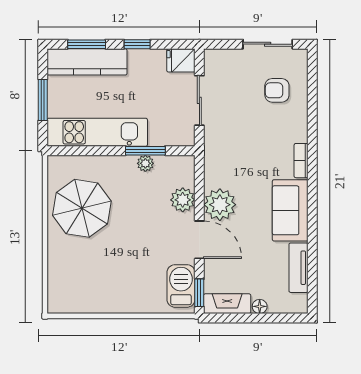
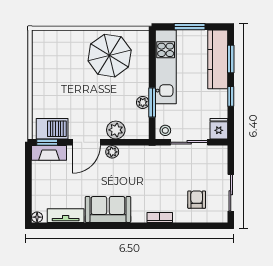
stool: (183, 133) -> (165, 130), added
bookcase: (301, 161) -> (160, 217), moved
plant: (220, 205) -> (112, 152), width x0.53, depth x0.53
fireplace: (227, 304) -> (49, 153), moved, turned 90
floor lamp: (260, 306) -> (37, 217), moved

